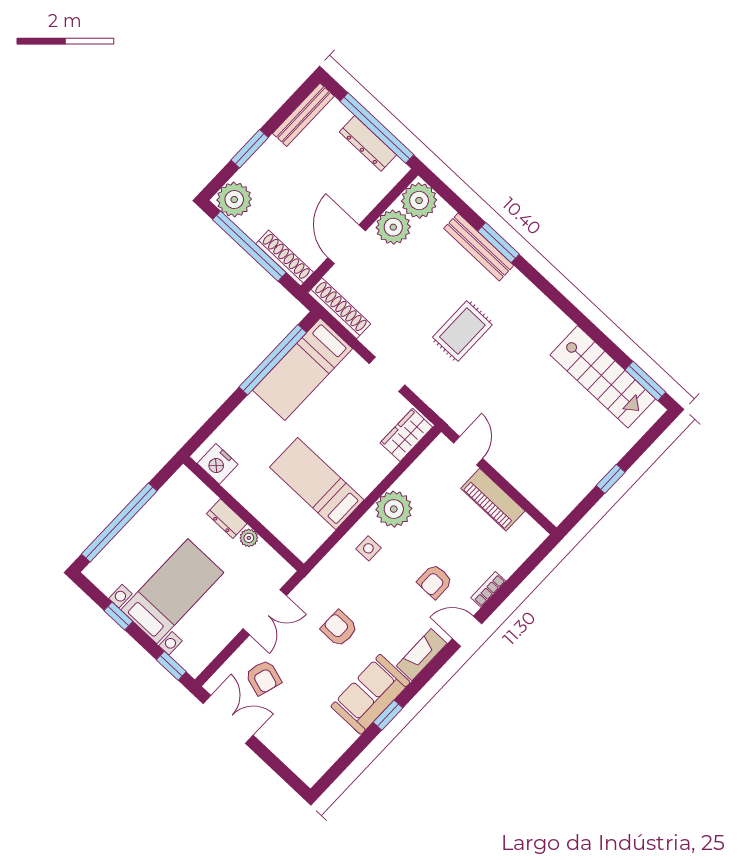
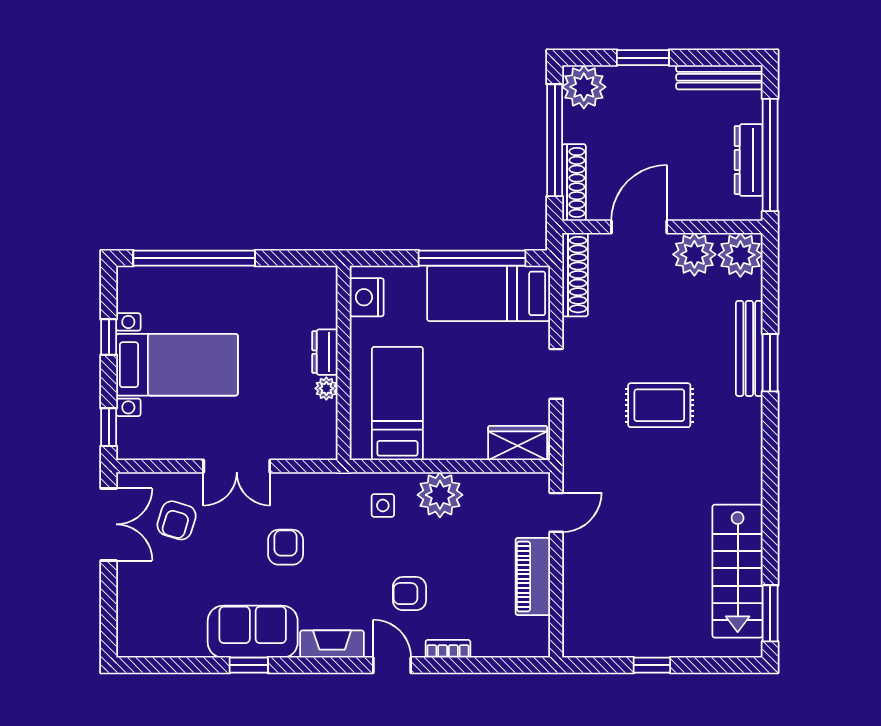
nightstand: (218, 464) -> (367, 297), moved
wall: (243, 514) -> (344, 363), moved
dresser: (227, 519) -> (325, 352), moved
plant: (249, 538) -> (326, 388), moved

